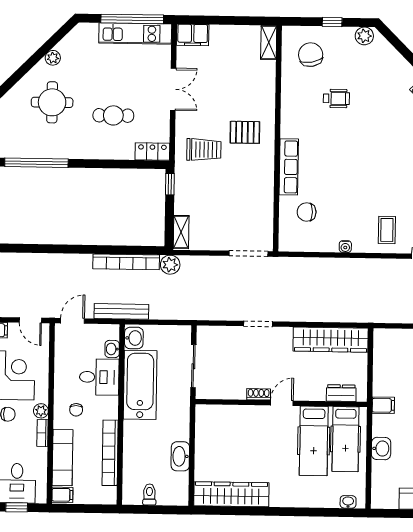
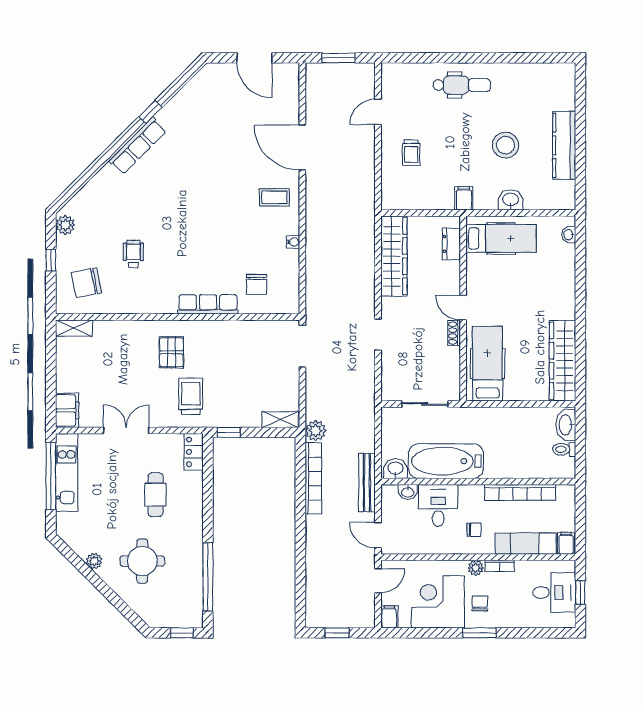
hospital bed: (314, 441) -> (488, 364), moved, turned -90
washbasin: (180, 456) -> (566, 425), moved, turned 90

